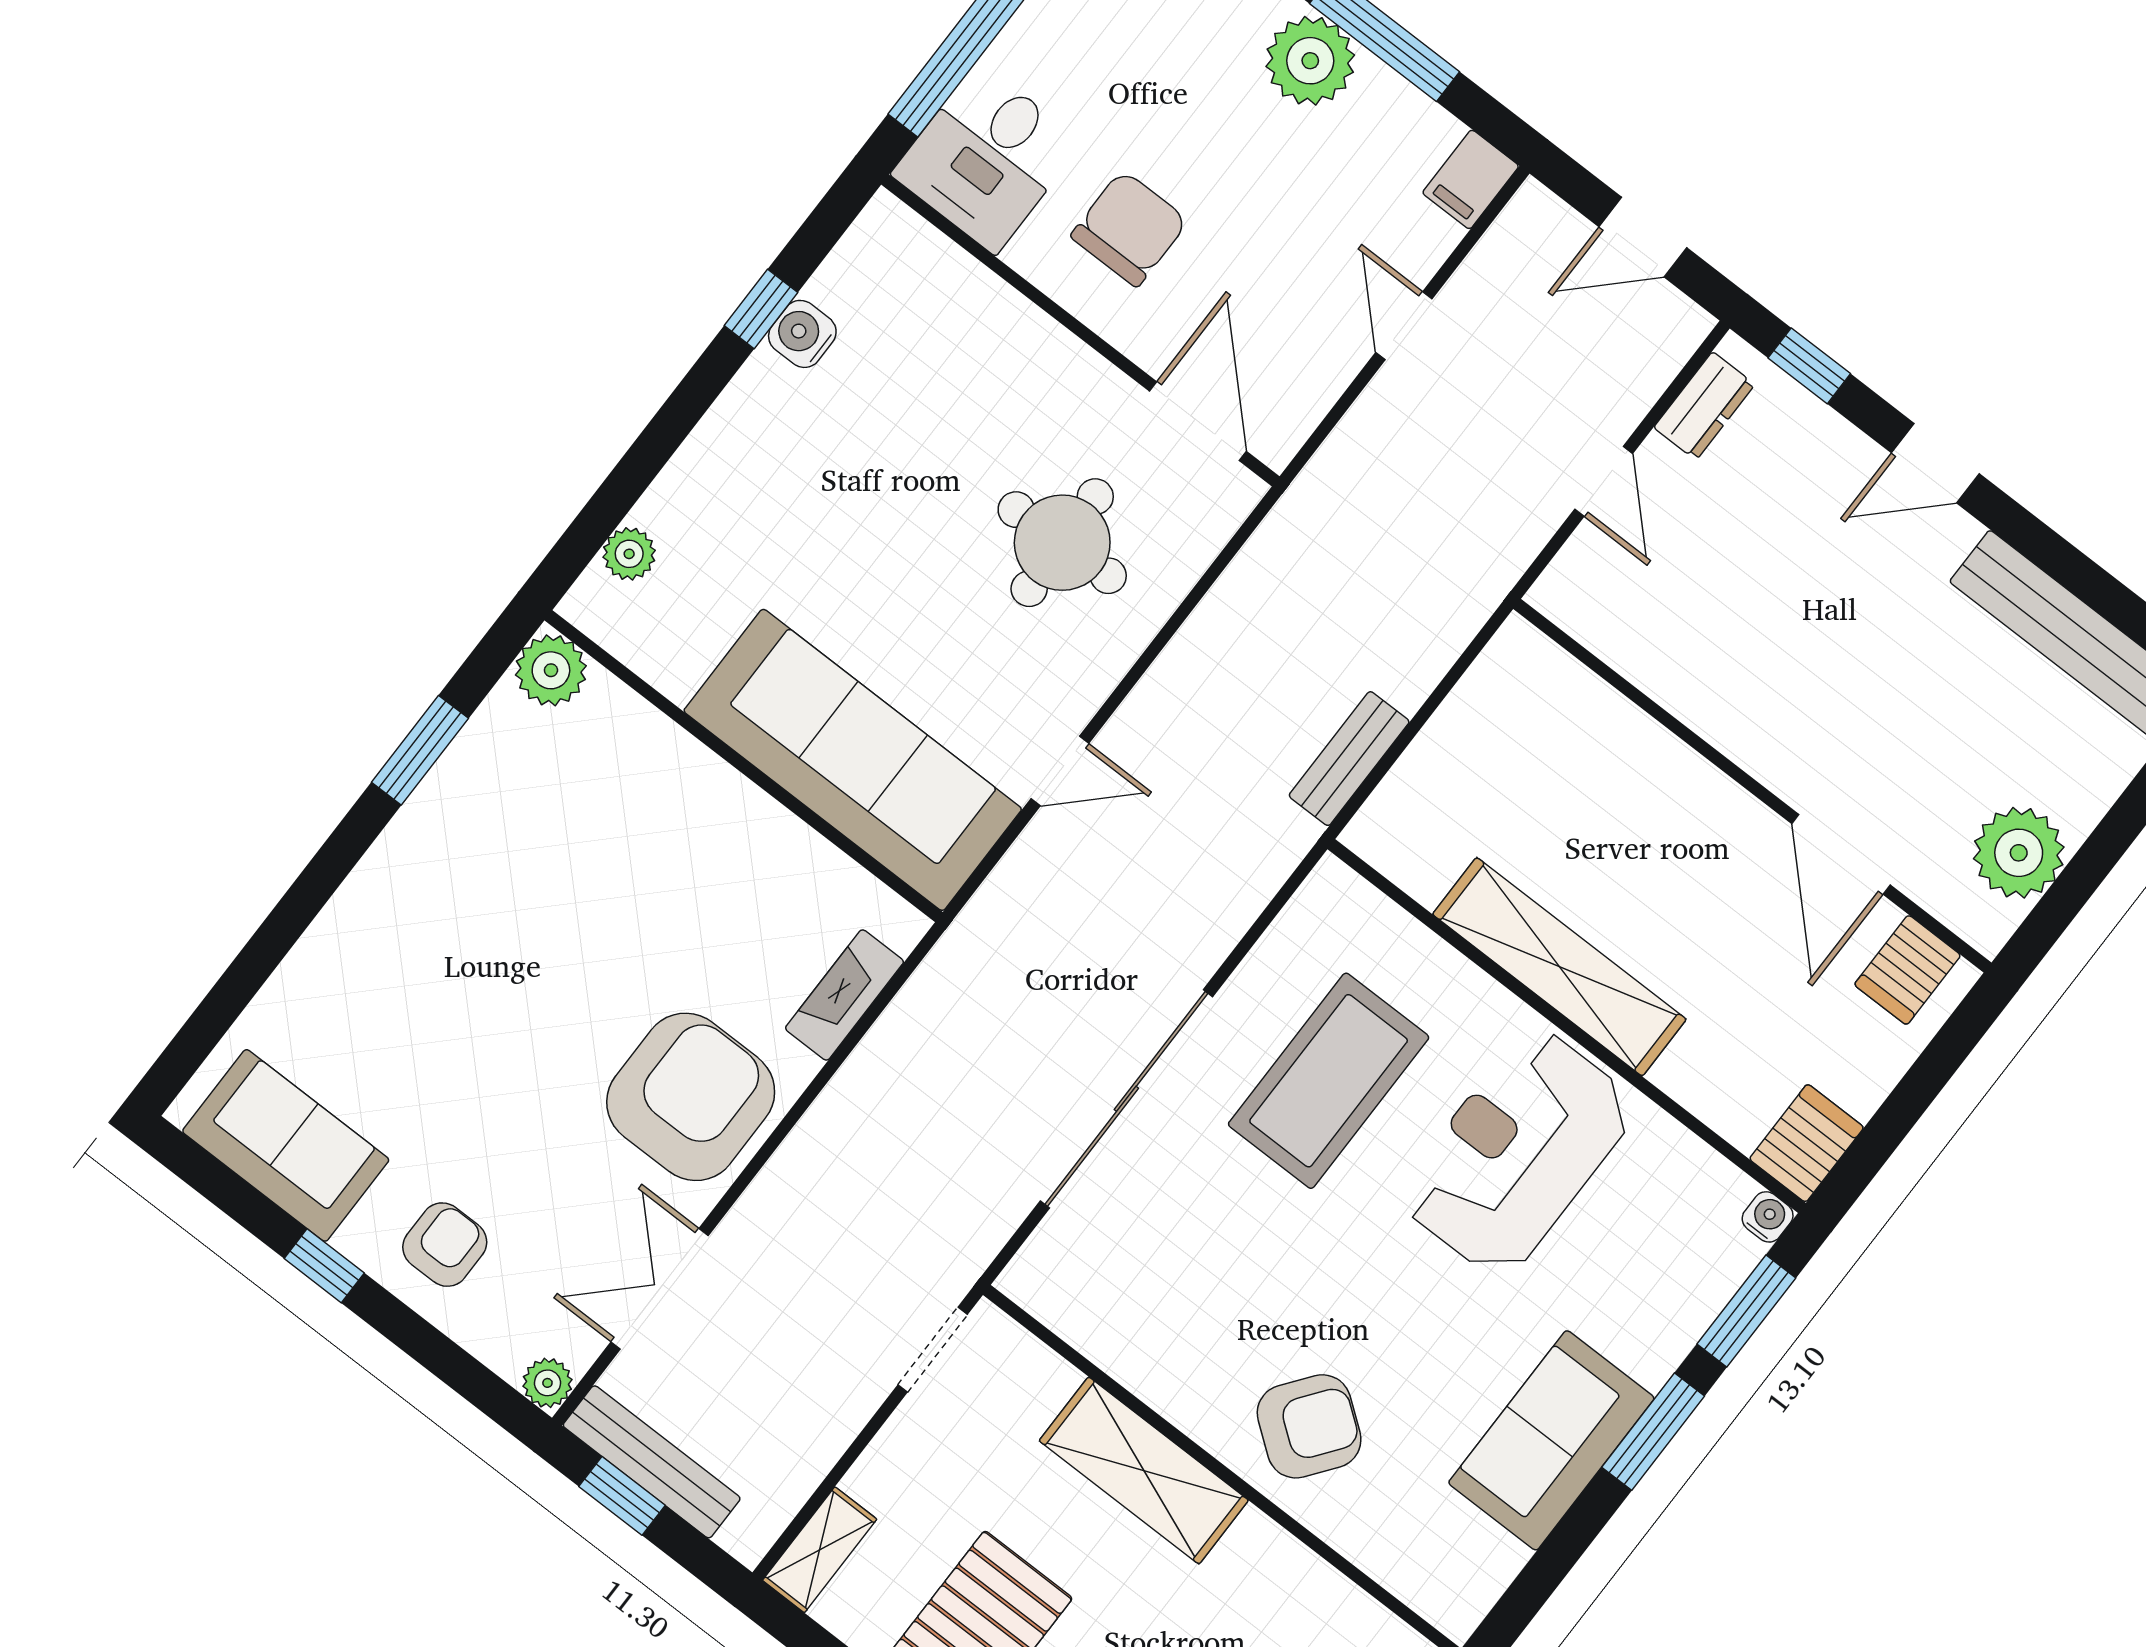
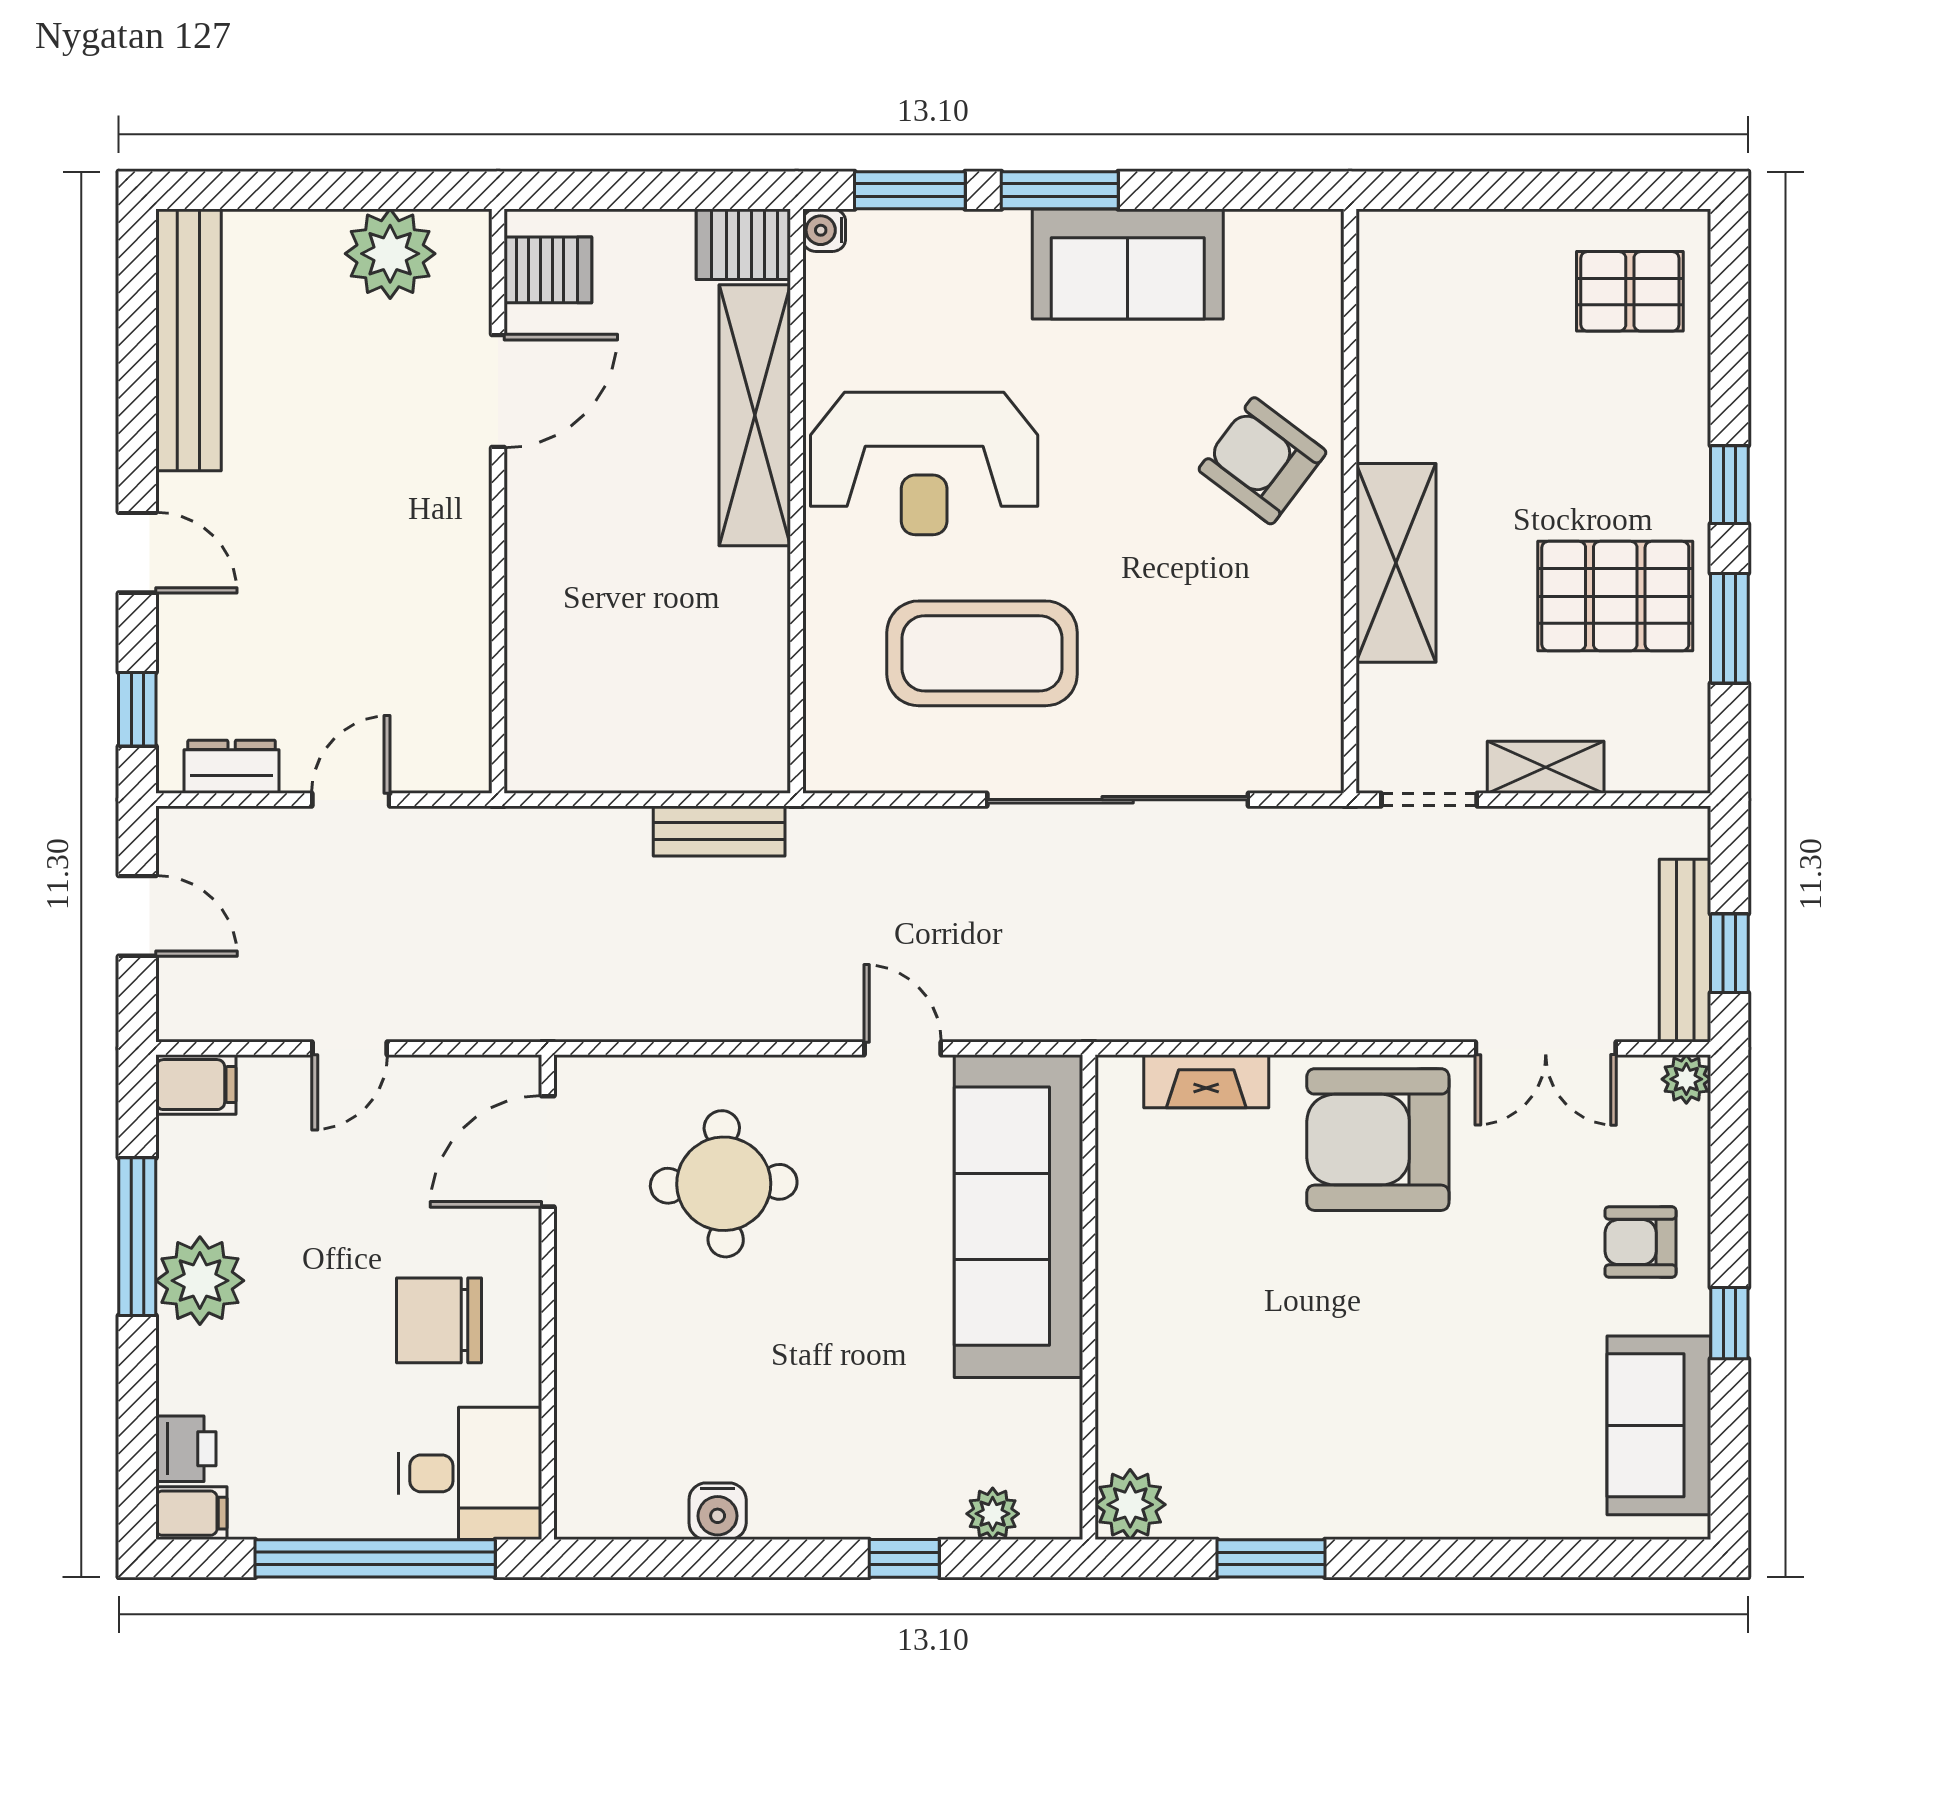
window: (761, 309) -> (904, 1558), moved
shelving: (1559, 967) -> (755, 415), moved
shelving: (820, 1550) -> (1546, 767), moved

